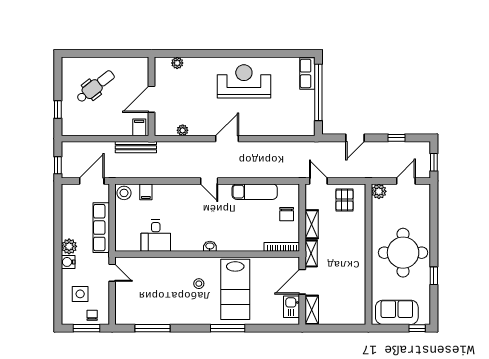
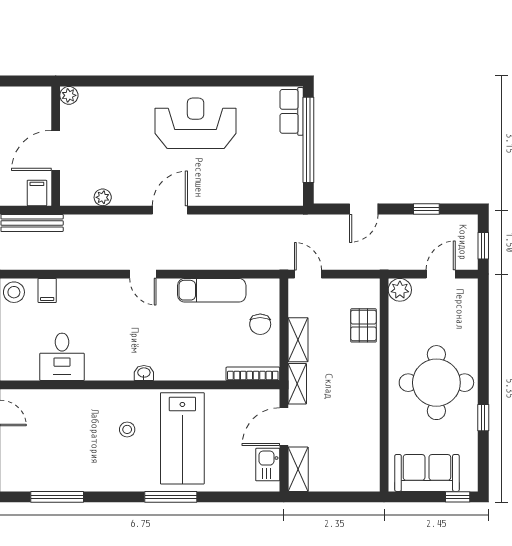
plant: (177, 63) -> (69, 95), moved
pallet: (344, 200) -> (363, 325), moved

